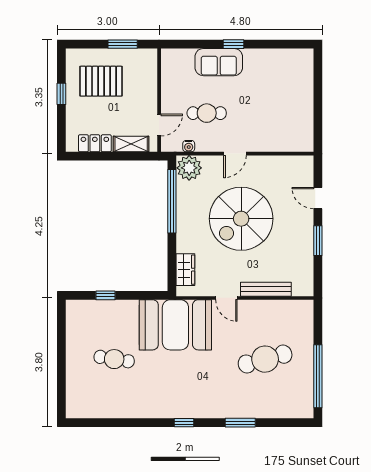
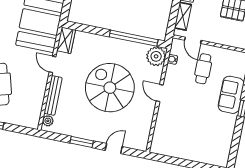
cafe table: (207, 113) -> (203, 69), moved
wardrobe: (185, 270) -> (66, 40), moved, turned -90
plant: (300, 289) -> (48, 121), added
door: (226, 298) -> (53, 64), hinge flipped

